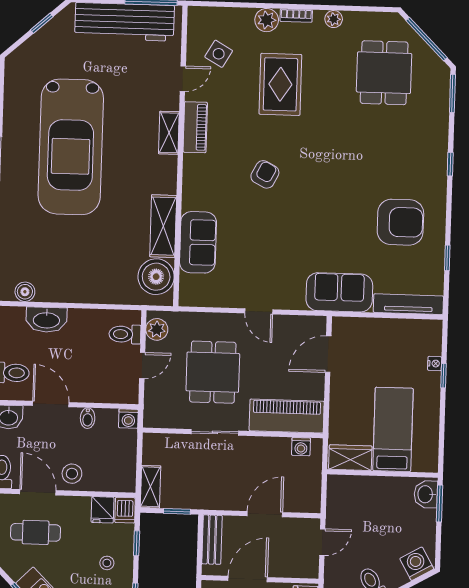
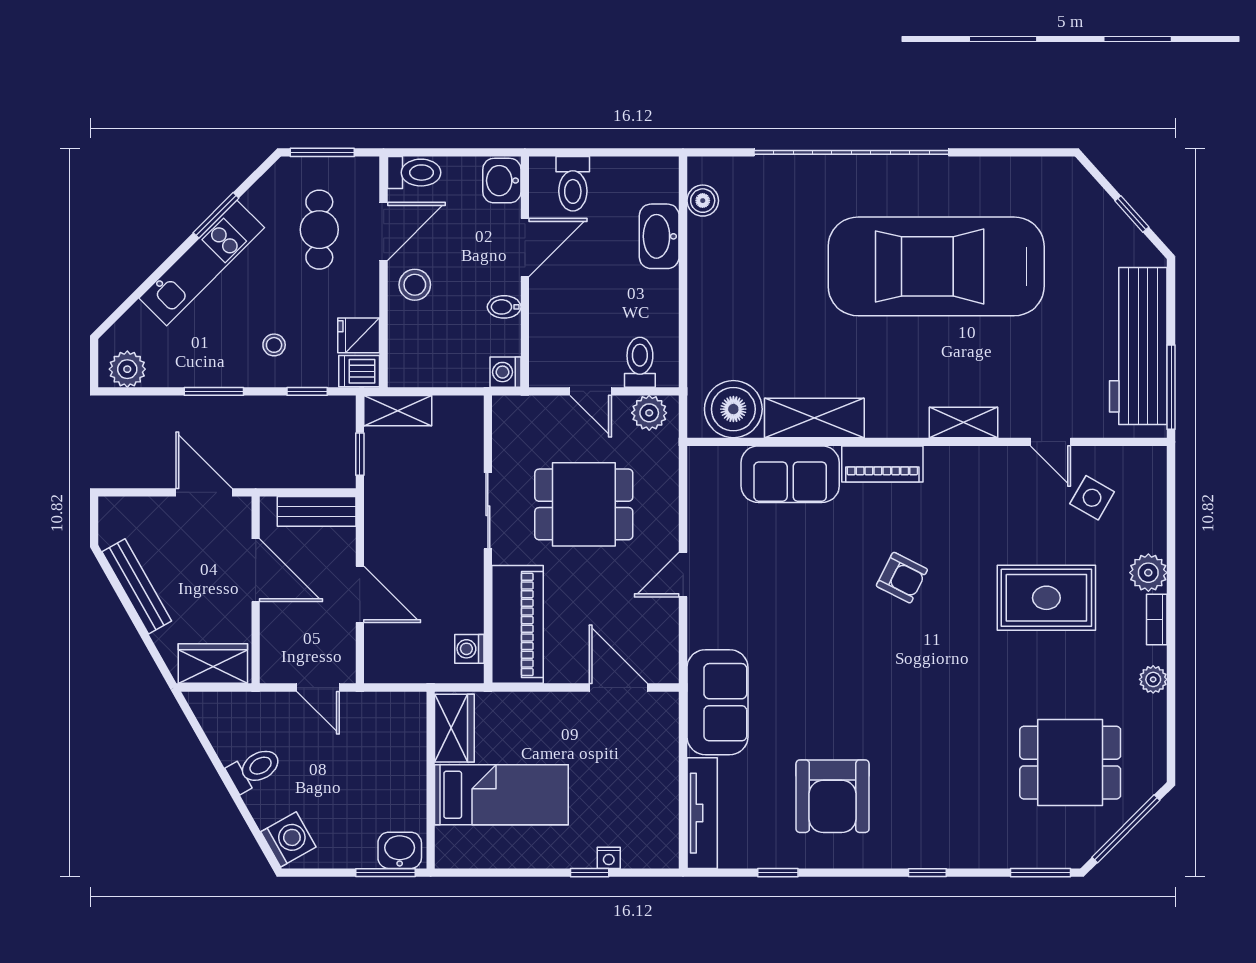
piano: (195, 127) -> (882, 464), moved

